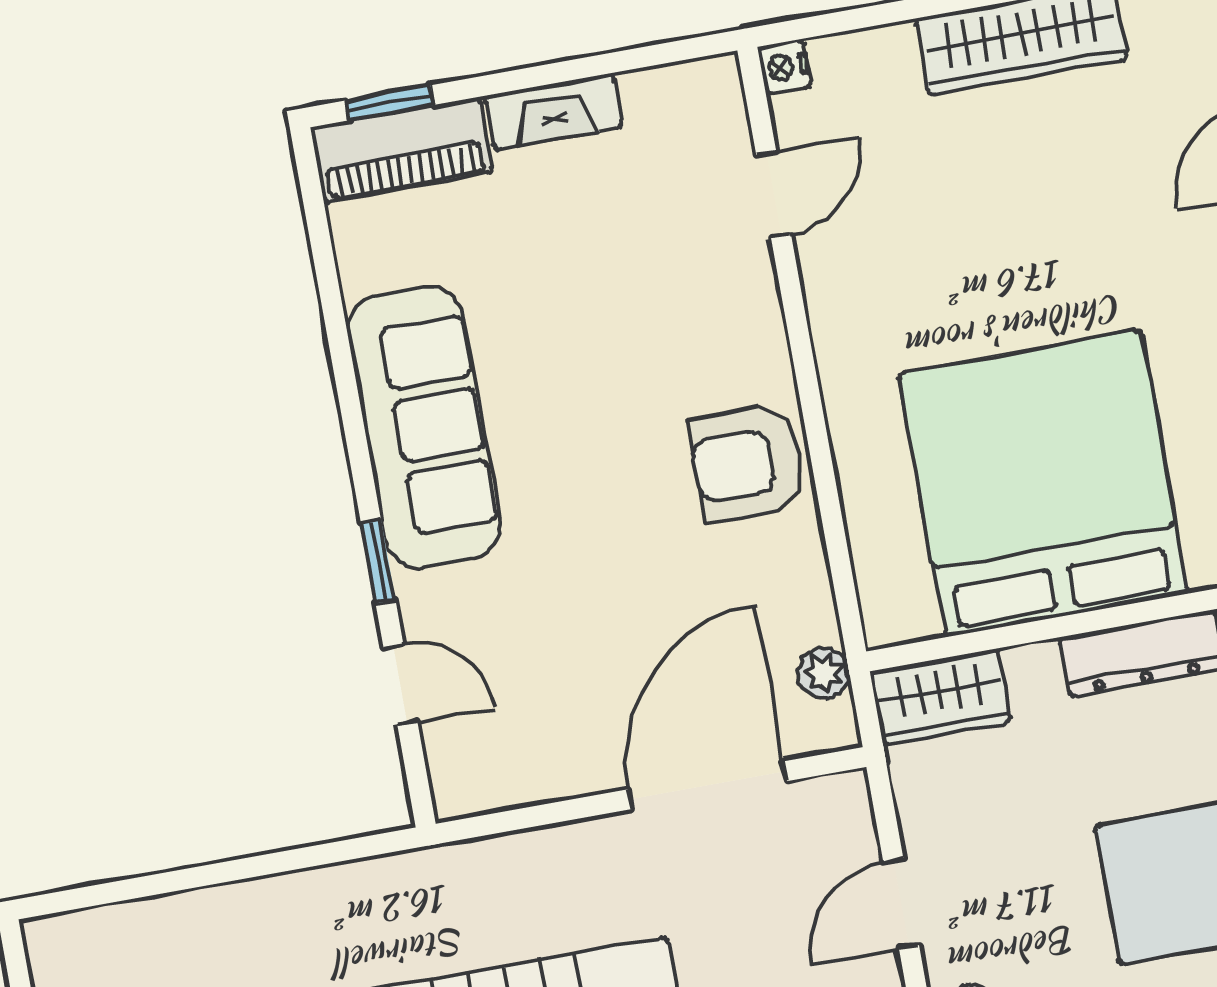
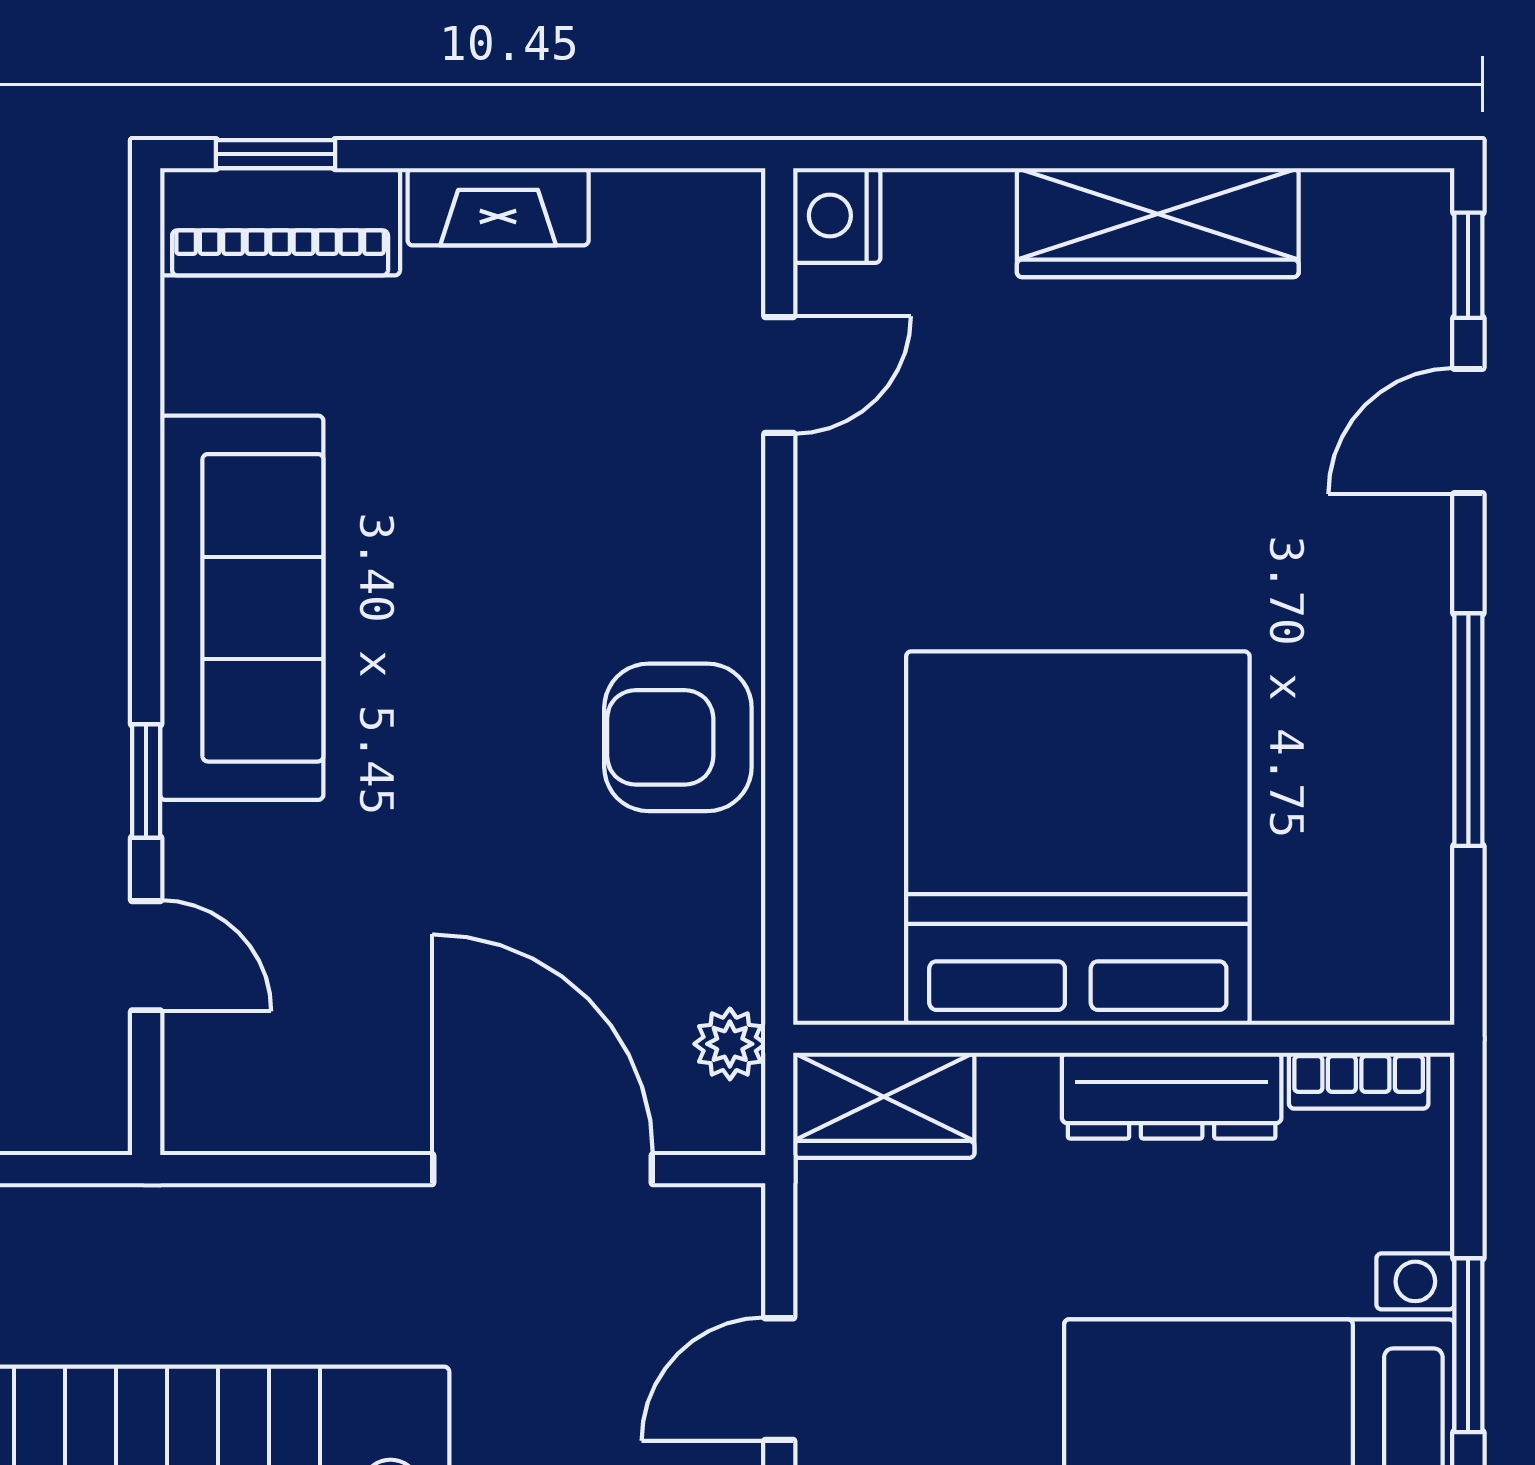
nightstand: (784, 67) -> (837, 216), width x1.39, depth x1.35
door: (707, 785) -> (543, 1169), hinge flipped

